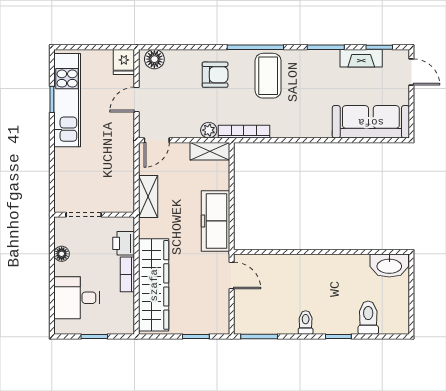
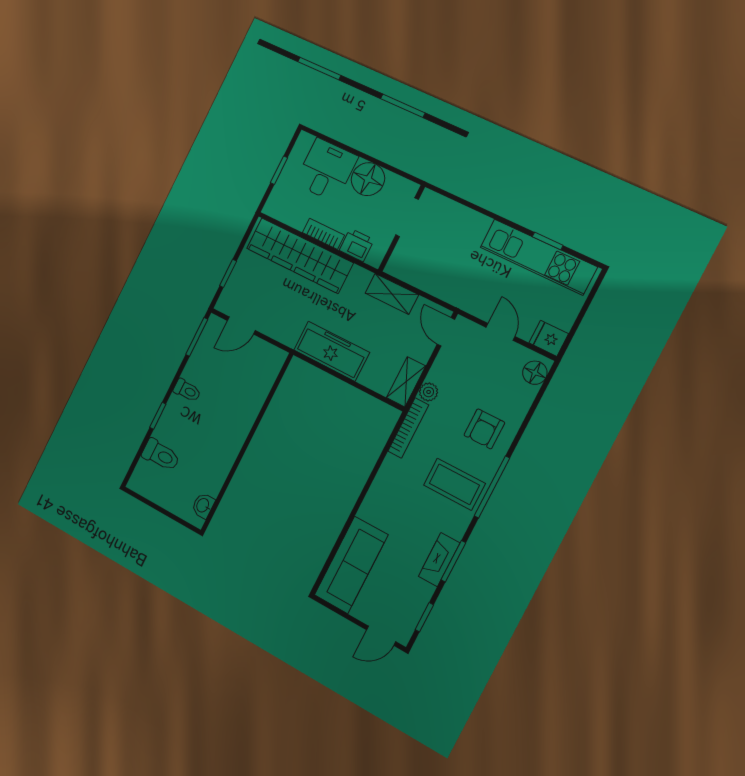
fireplace: (361, 58) -> (439, 560), moved
floor lamp: (62, 254) -> (368, 179), width x1.89, depth x1.89
washbasin: (389, 266) -> (203, 506), width x0.52, depth x0.69
door: (232, 275) -> (241, 325), moved

